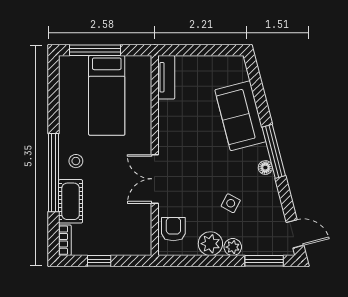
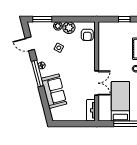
double door: (155, 179) -> (97, 83), moved
door: (295, 234) -> (30, 44), moved

